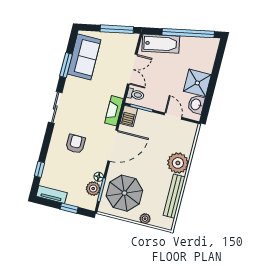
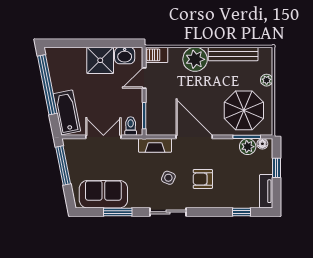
side table: (84, 115) -> (168, 178), added
barbecue: (129, 116) -> (157, 55), moved, turned 180
floor lamp: (99, 177) -> (262, 144), moved

